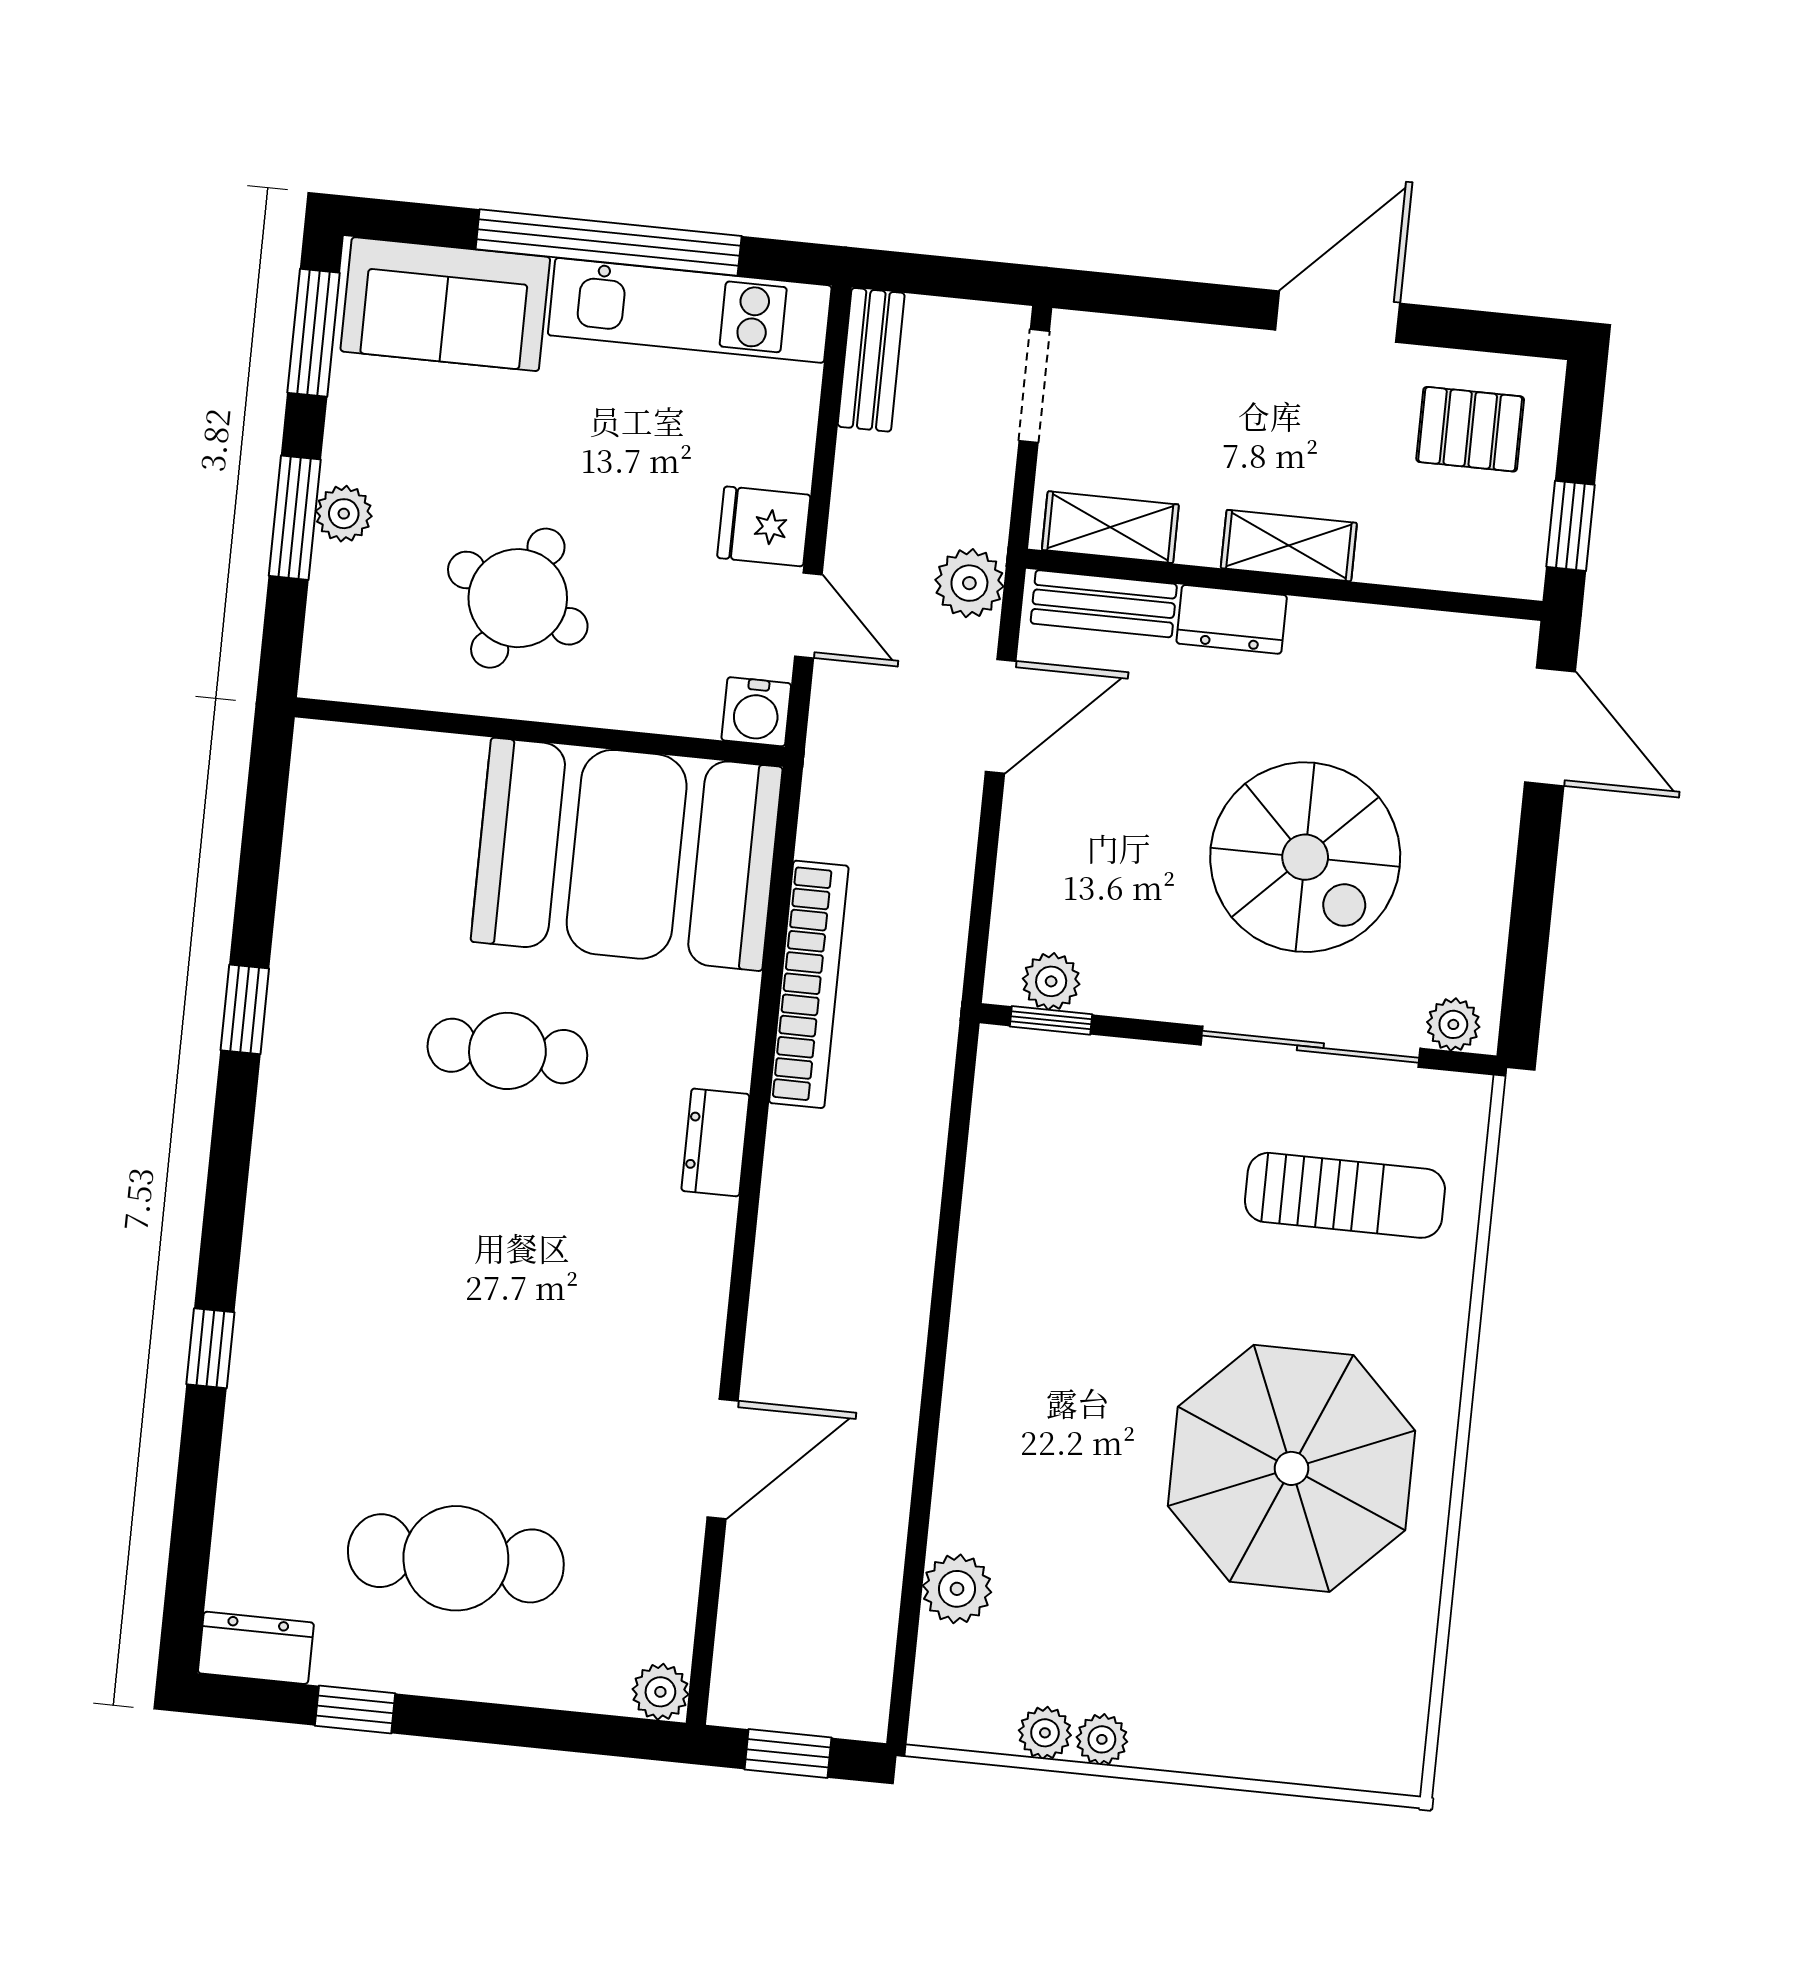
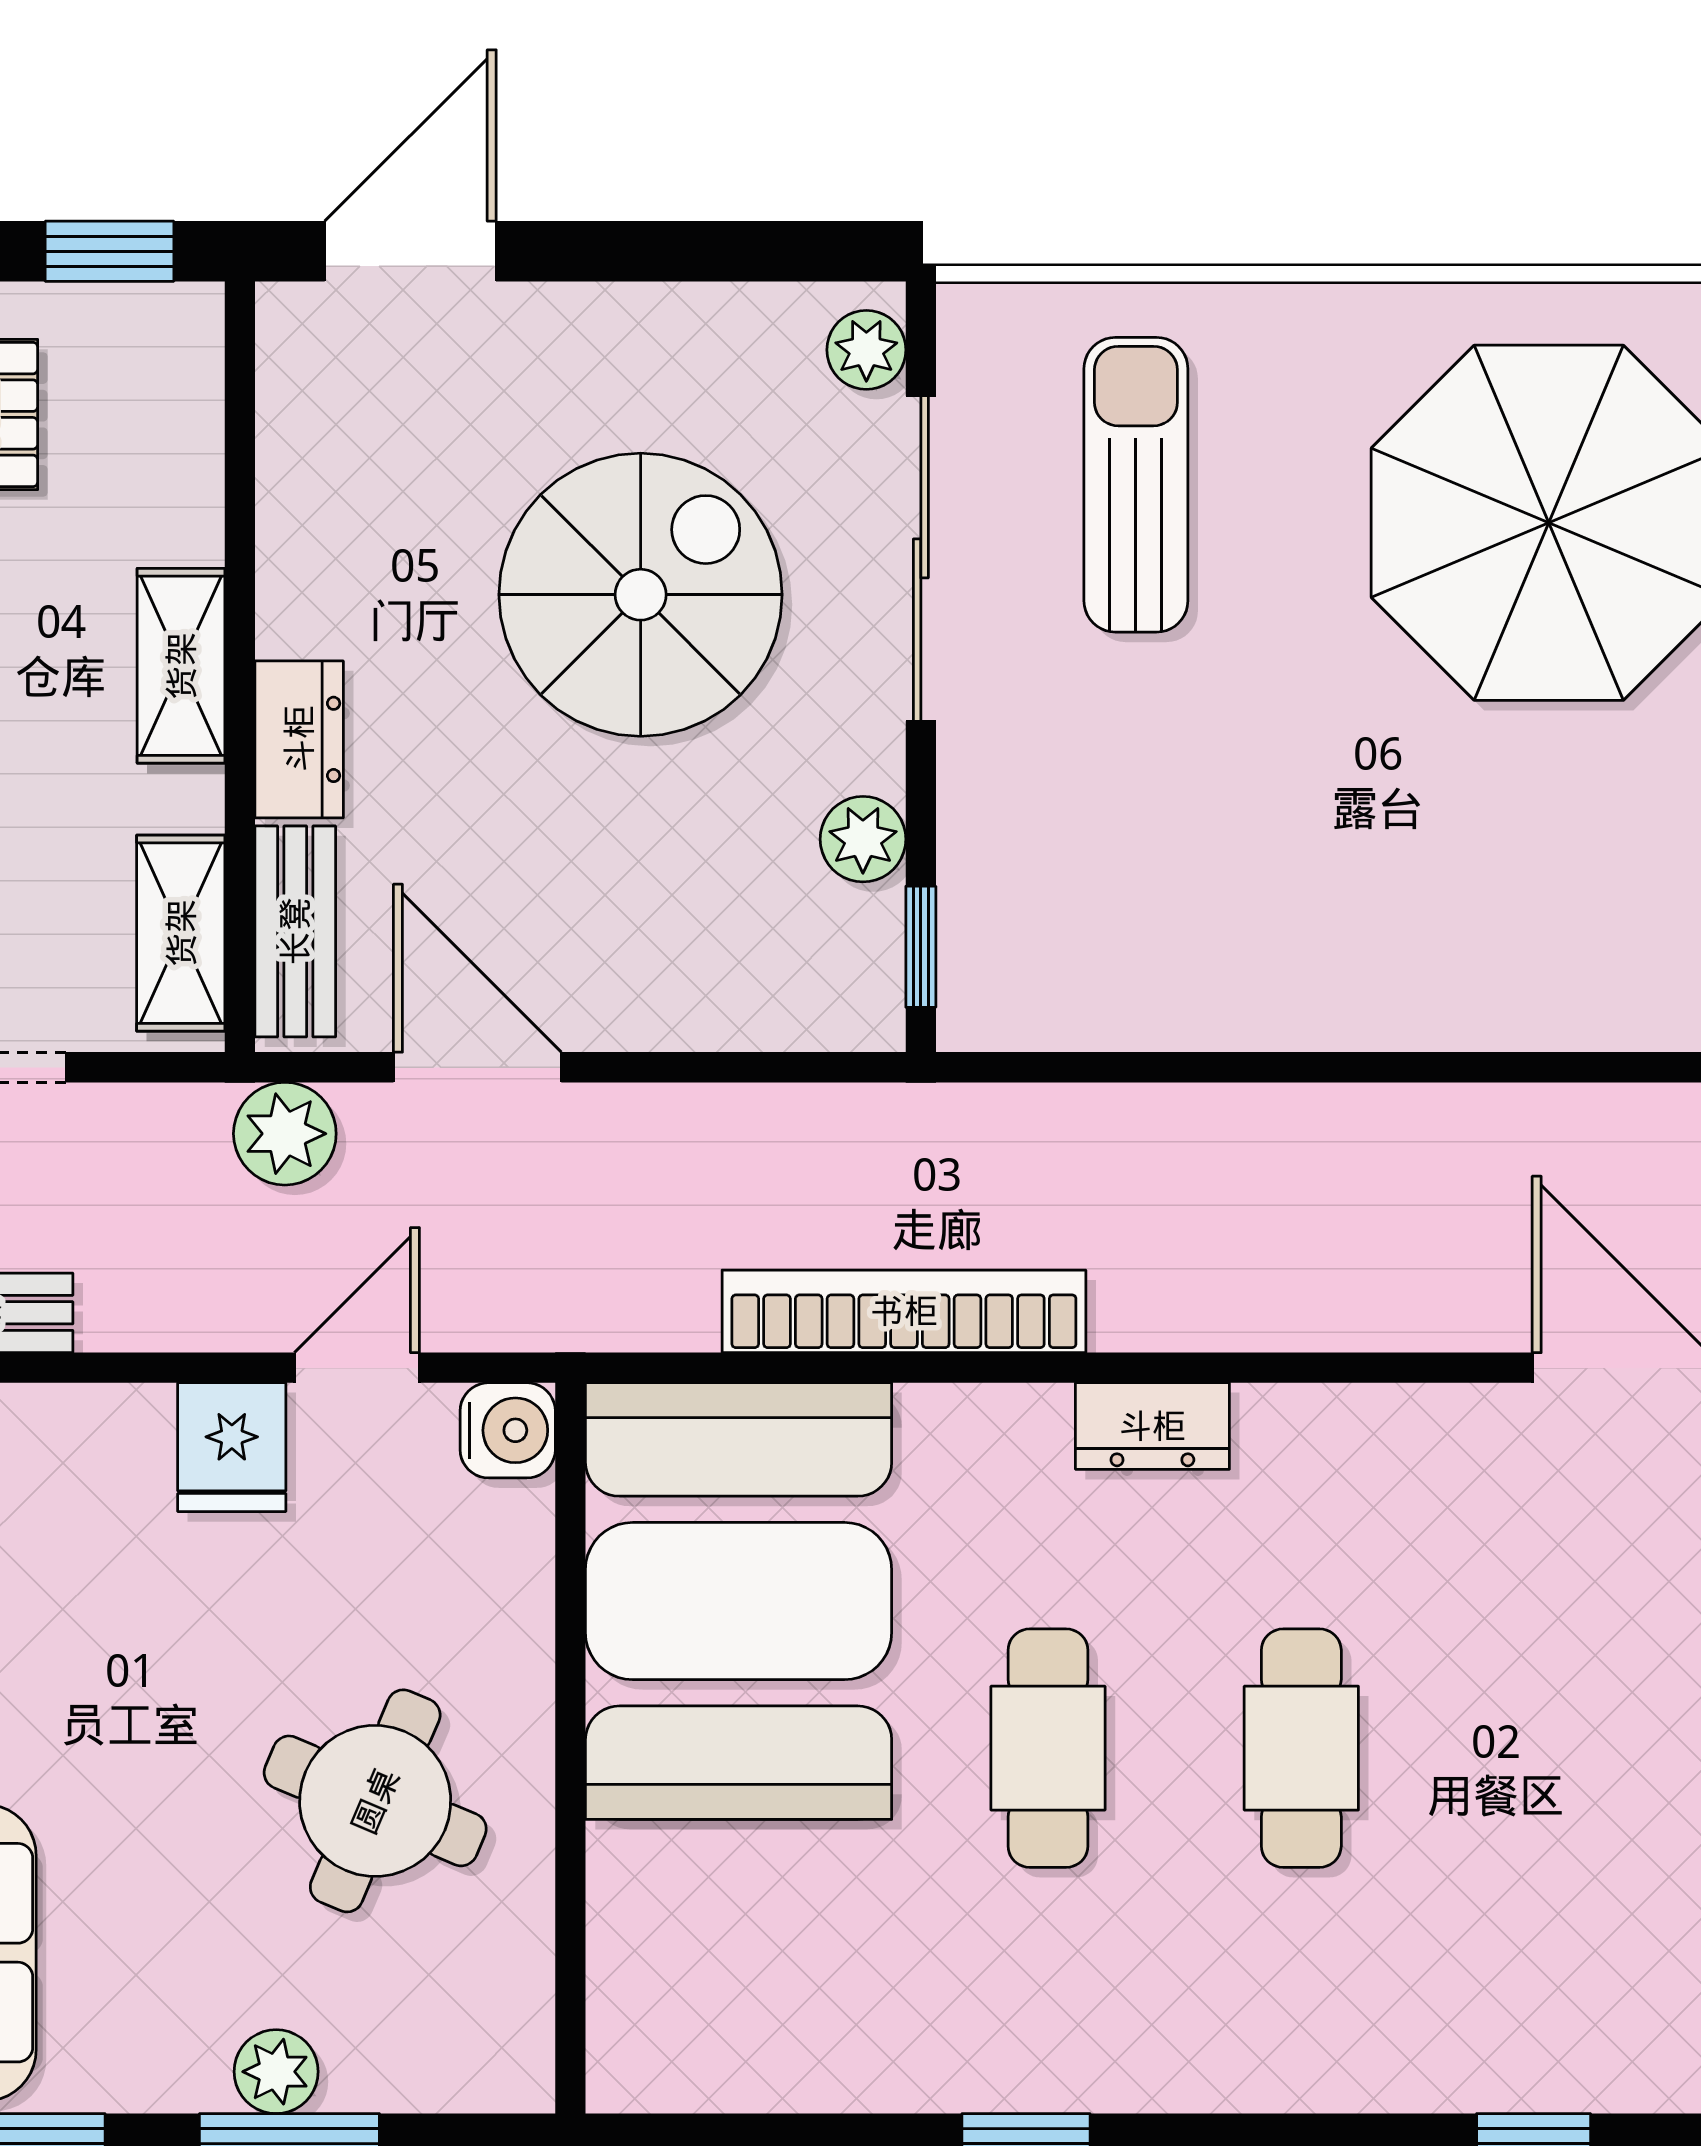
plant: (1051, 981) -> (863, 839), moved
cafe table: (490, 1220) -> (1301, 1748), added

